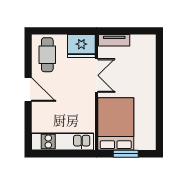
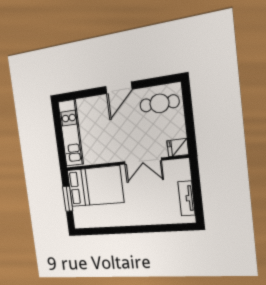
tv unit: (114, 40) -> (187, 198), moved
fridge: (81, 46) -> (178, 148), width x0.53, depth x0.75

